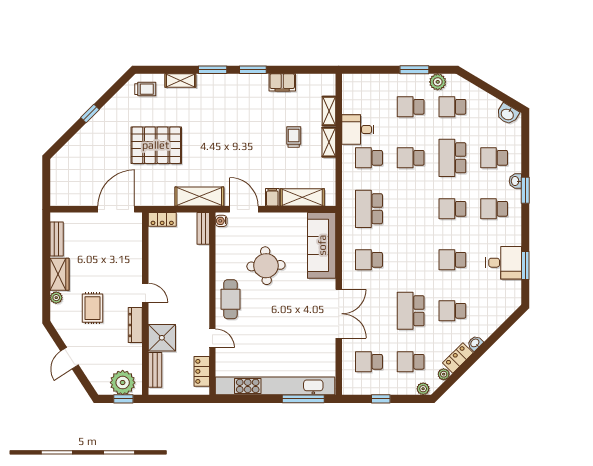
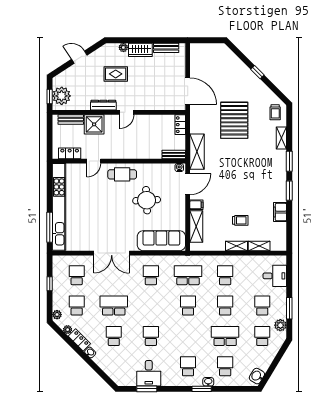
desk: (358, 129) -> (275, 276), moved, turned 90
school desk: (452, 209) -> (188, 306), moved

